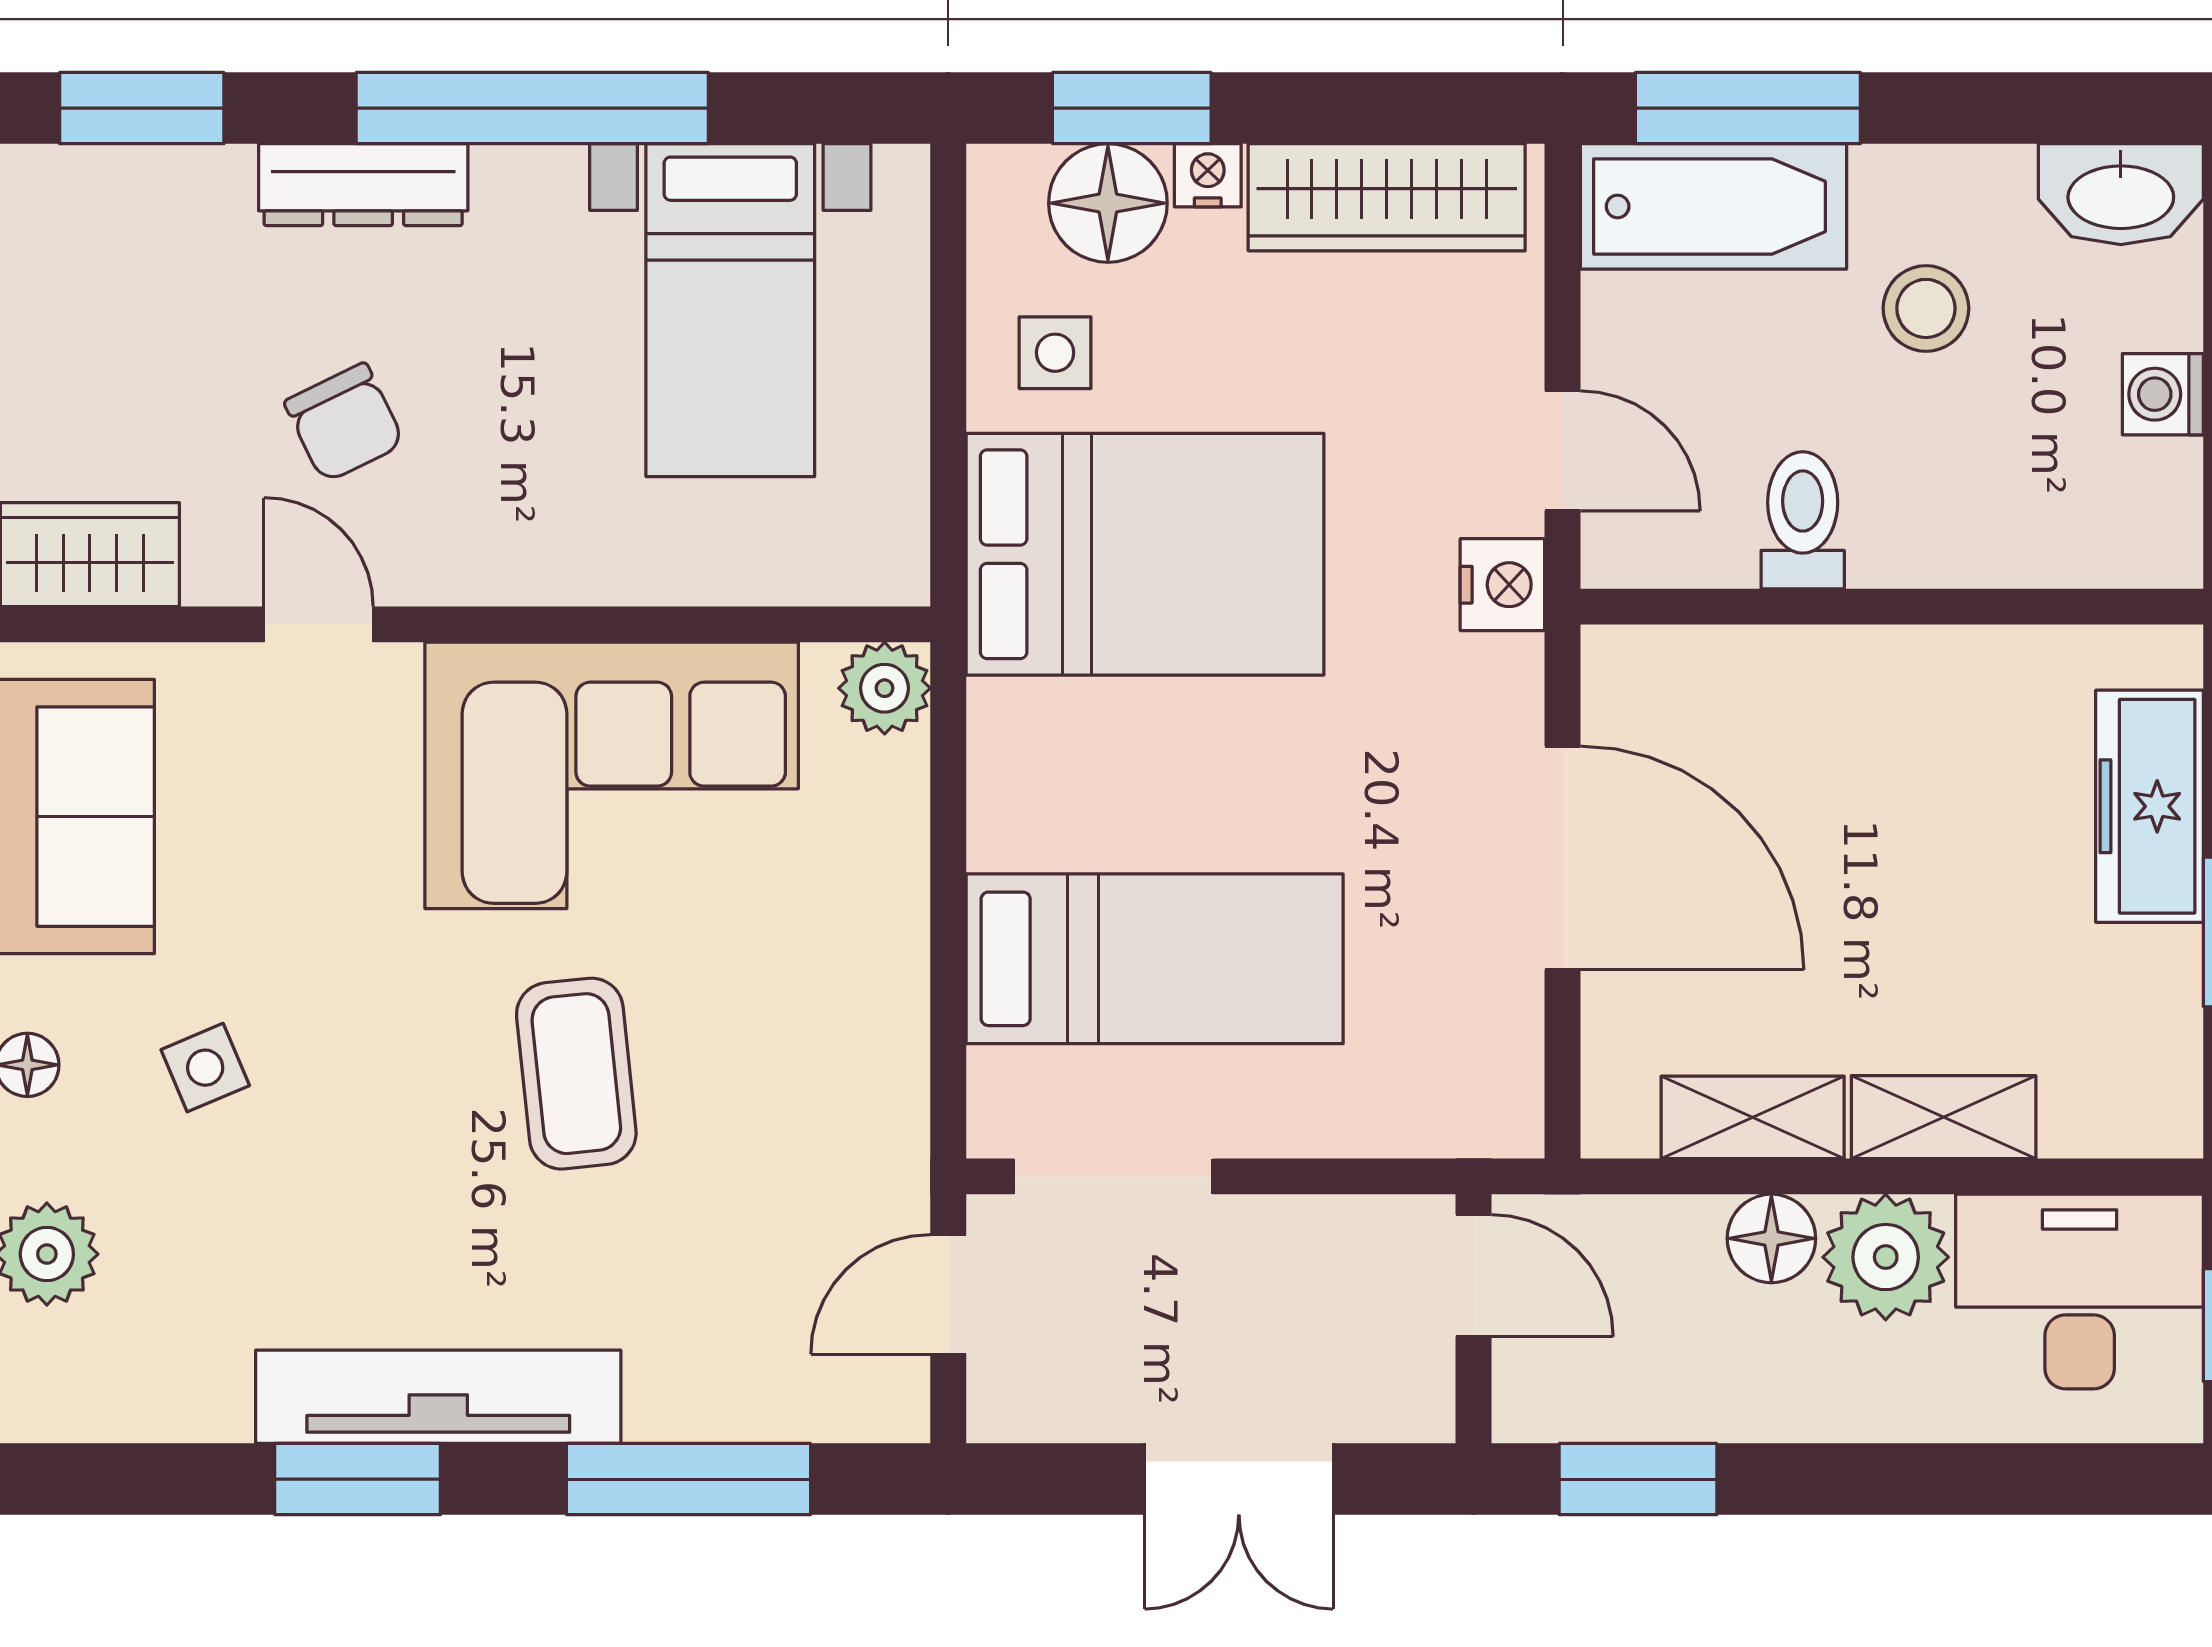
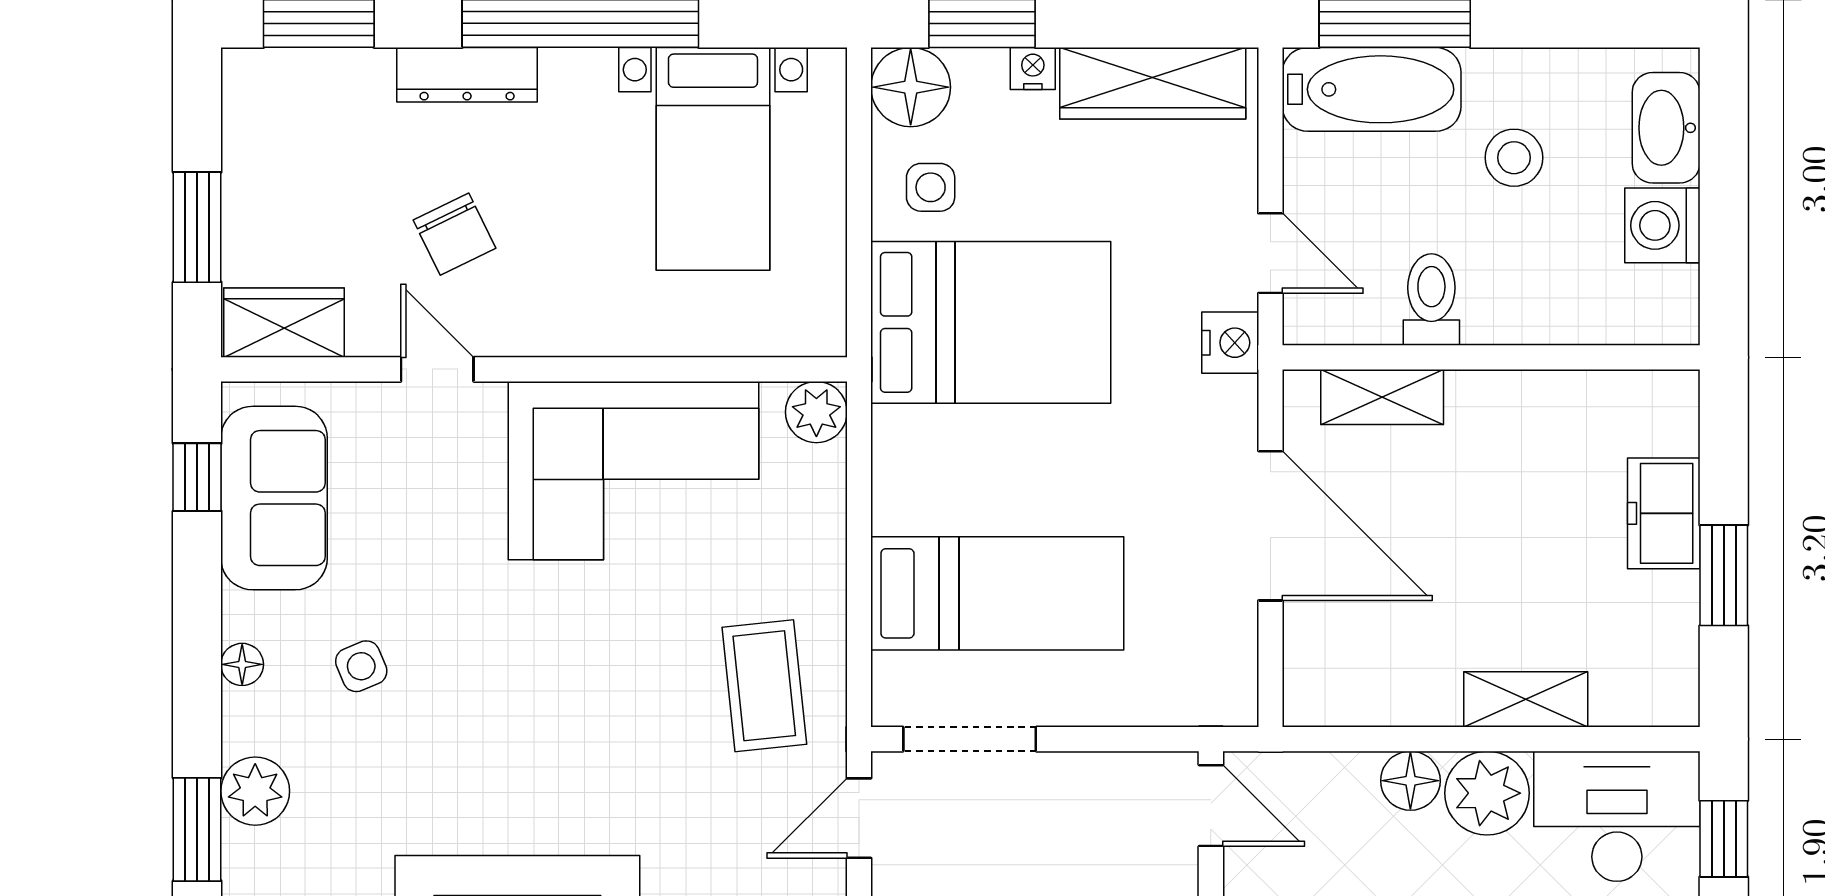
washbasin: (2121, 194) -> (1666, 128), moved, turned 90
floor lamp: (1108, 203) -> (911, 87), moved
washing machine: (2163, 394) -> (1662, 225), width x1.38, depth x1.38
freezer: (2150, 806) -> (1664, 513), width x0.71
coffee table: (576, 1074) -> (764, 686), moved
shelving: (1753, 1117) -> (1382, 397), moved

